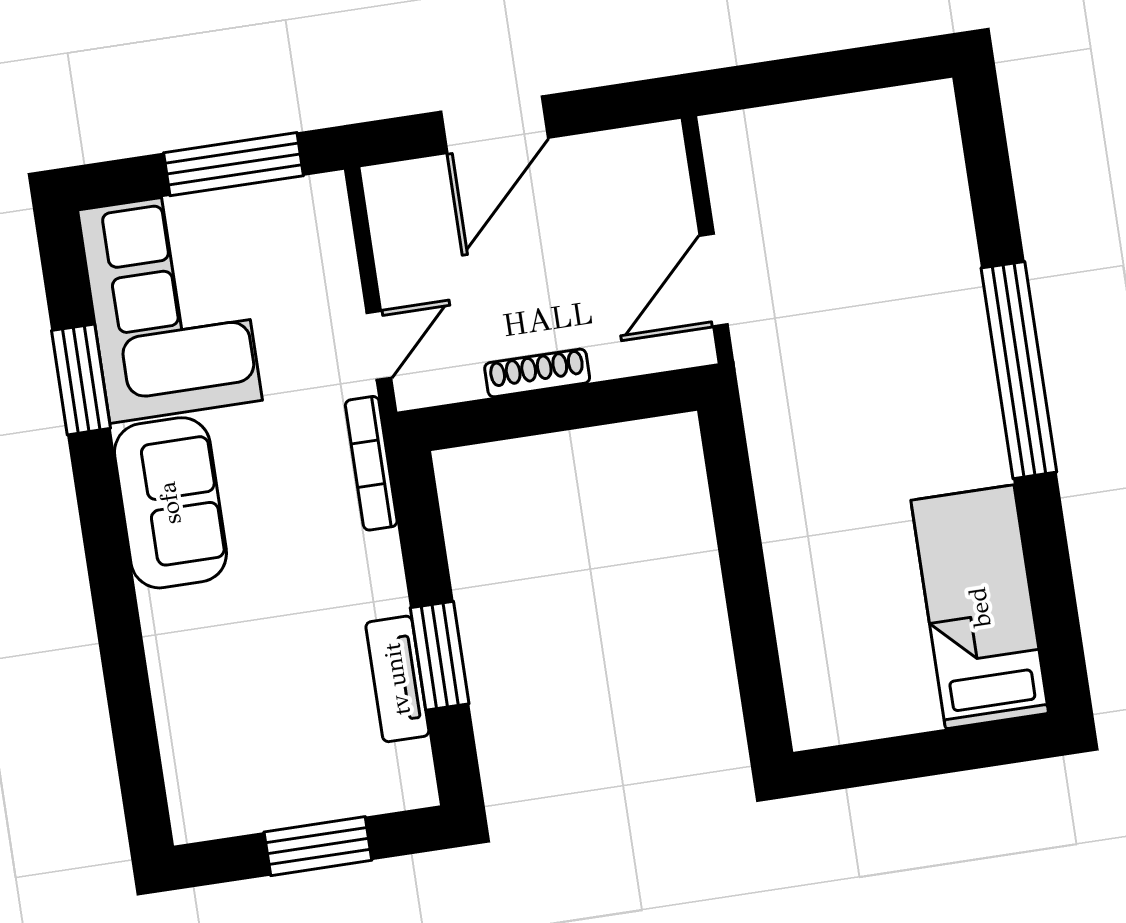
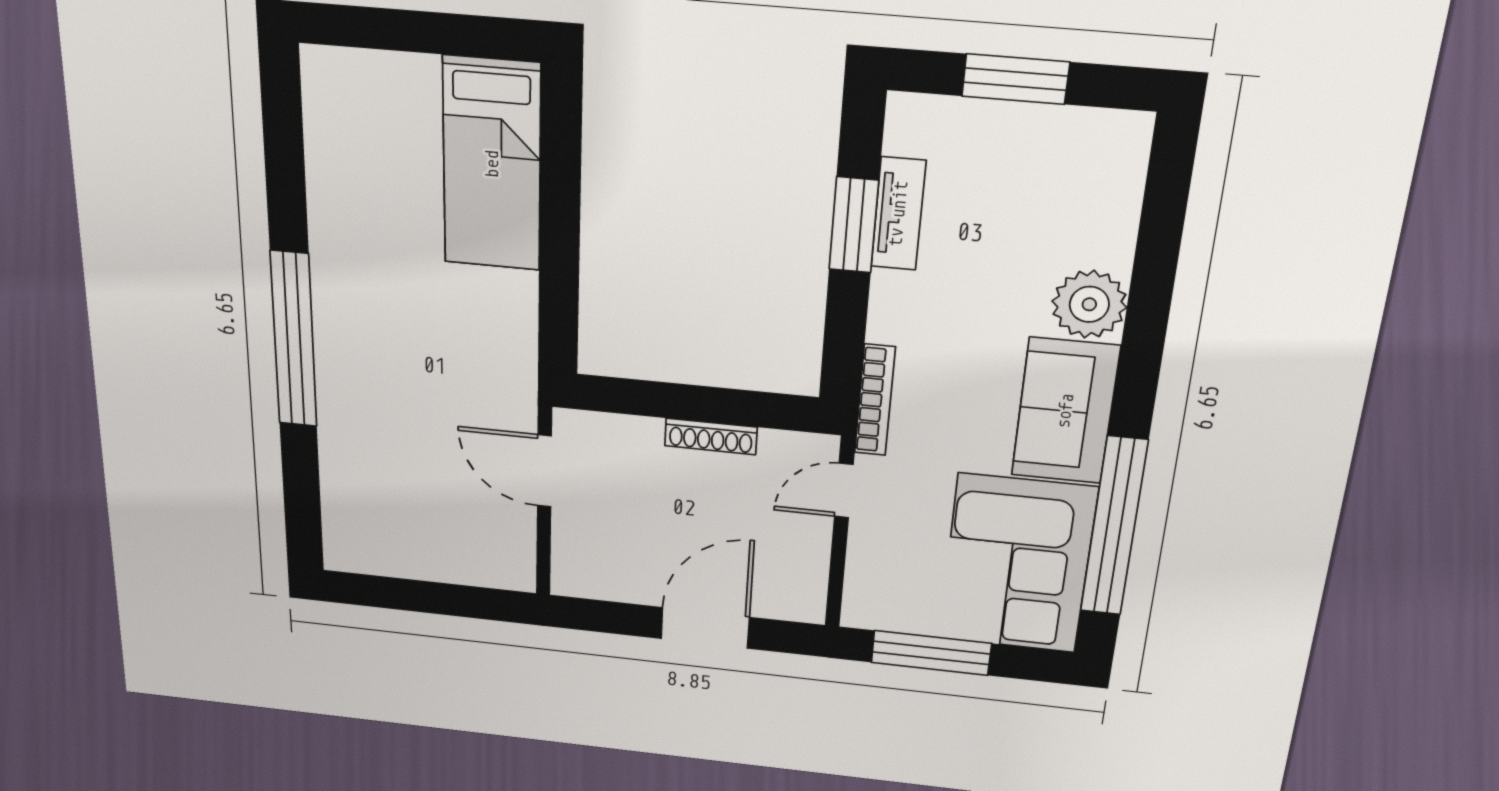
door: (714, 280) -> (544, 471), swing flipped
window: (81, 379) -> (1114, 527), width x2.11
bed: (980, 607) -> (492, 164), moved
plant: (180, 629) -> (1089, 304), added

